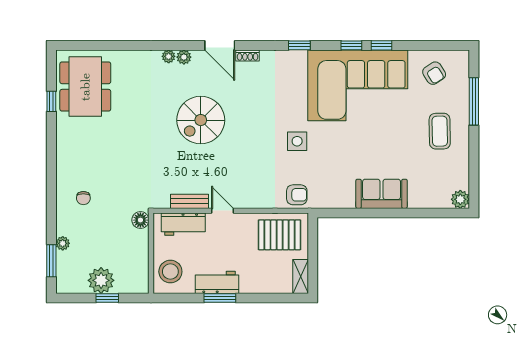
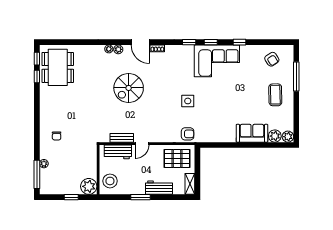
window: (351, 45) -> (211, 42), moved
window: (51, 72) -> (37, 59), added
corner sofa: (358, 85) -> (217, 61), width x0.73, depth x0.74
sofa: (382, 194) -> (252, 133), moved
plant: (439, 198) -> (275, 136), added
door: (222, 211) -> (142, 144), swing flipped
floor lamp: (140, 220) -> (92, 149), removed
window: (51, 261) -> (37, 174), width x1.44
plant: (101, 280) -> (89, 186), moved
workbench: (217, 282) -> (159, 188), moved

